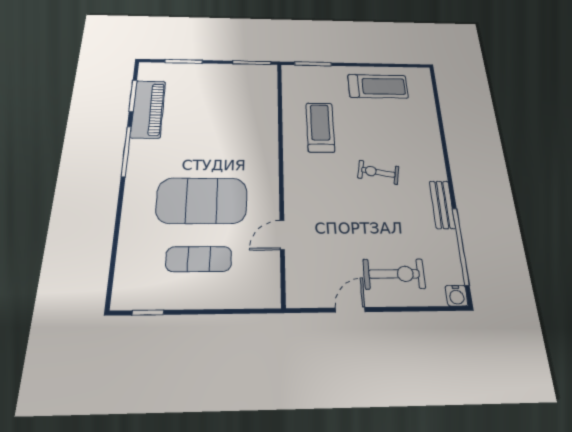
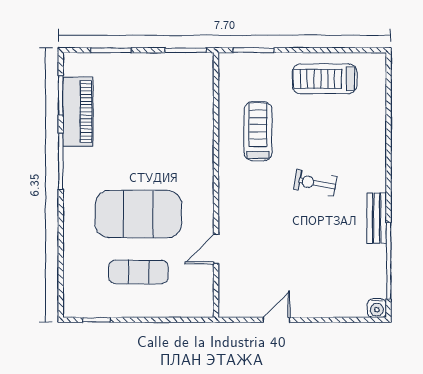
treadmill: (378, 86) -> (325, 79), turned 180
exercise bike: (394, 274) -> (320, 287), removed

